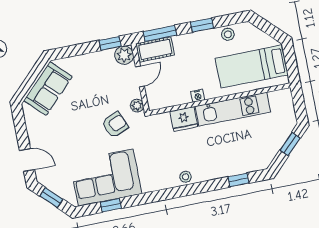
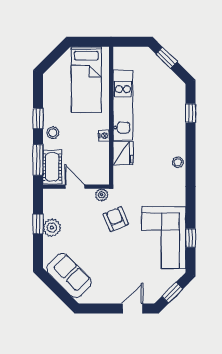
stool: (228, 34) -> (53, 133), moved
window: (110, 43) -> (38, 224), moved
plant: (124, 55) -> (52, 228), moved

